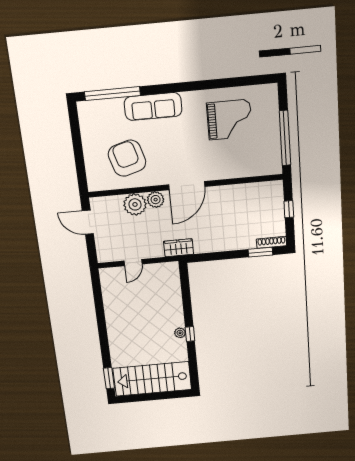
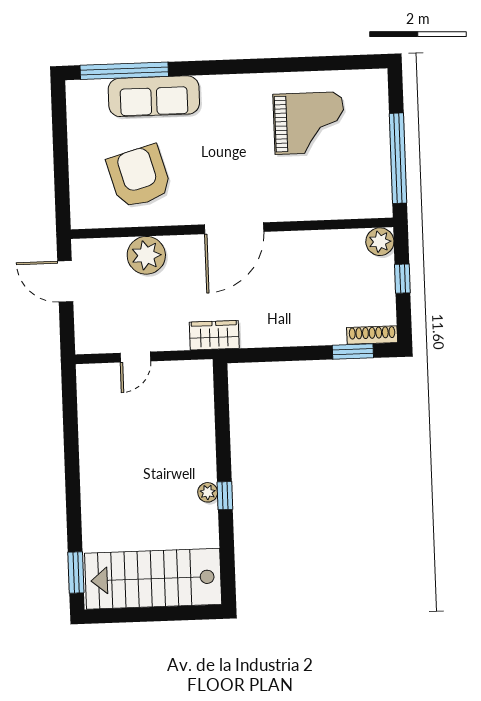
sofa: (153, 107) -> (154, 96), moved
plant: (156, 200) -> (380, 242), moved

